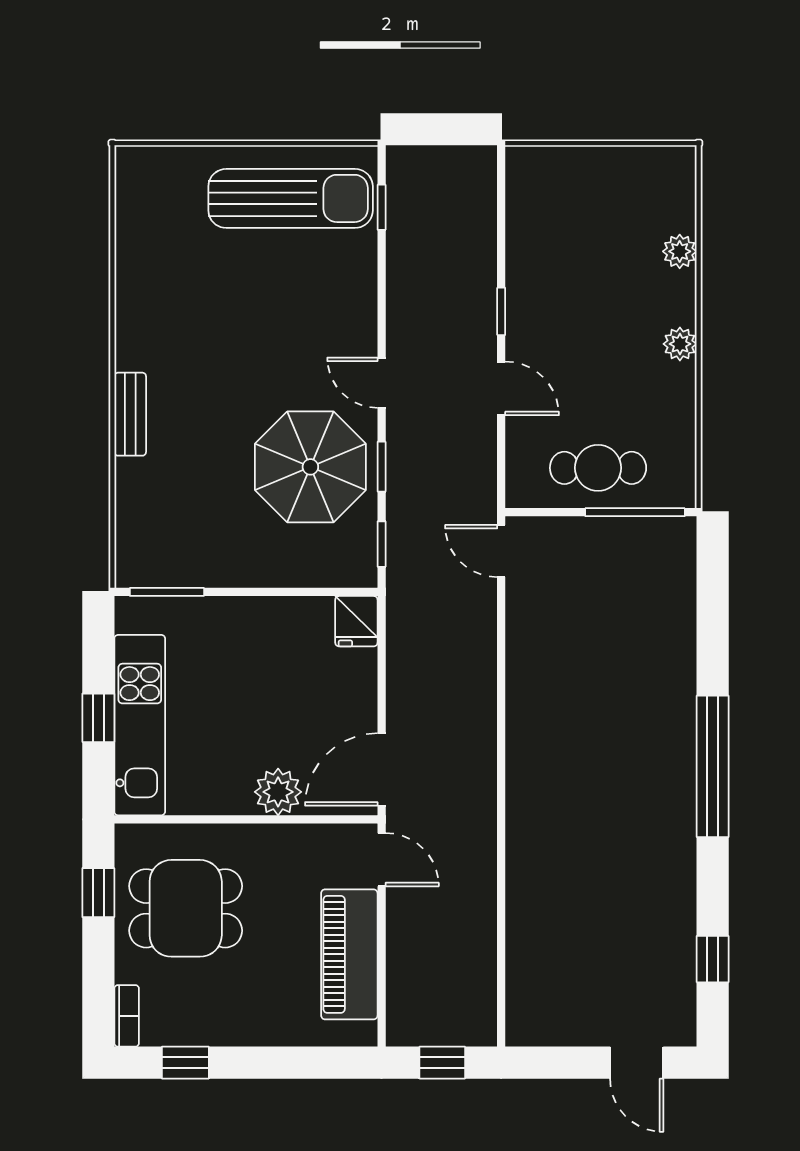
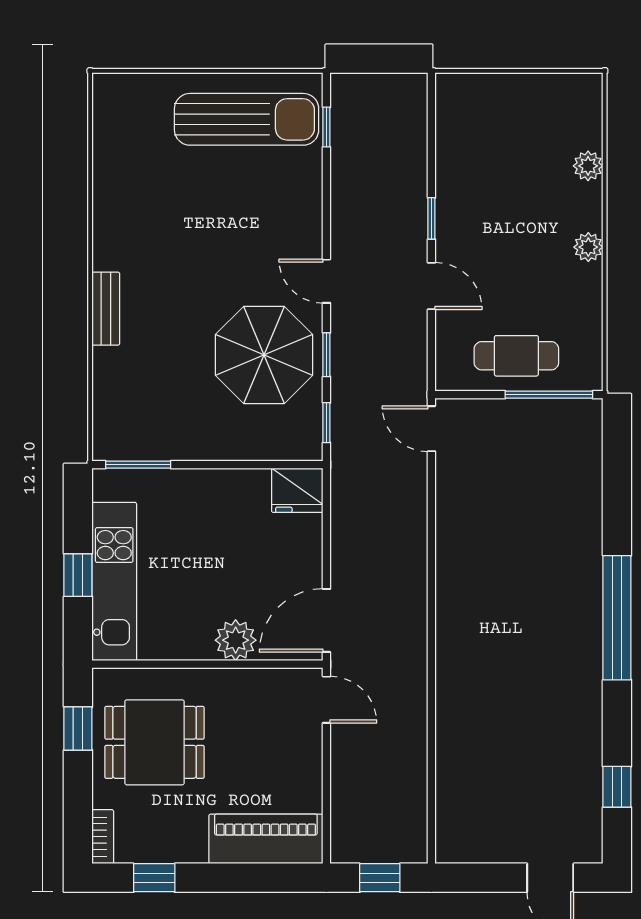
fridge: (356, 621) -> (297, 490), width x1.38
piano: (349, 954) -> (266, 839), moved, turned 90

